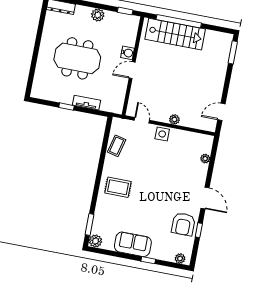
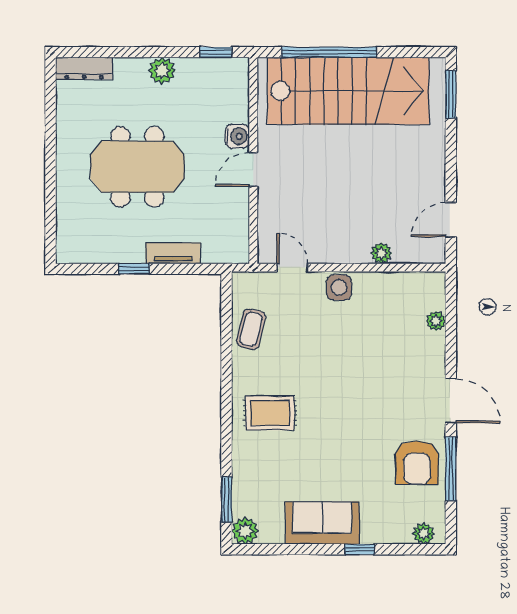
stairs: (175, 34) -> (348, 91), width x1.36, depth x1.51
plant: (174, 119) -> (381, 253), moved
window: (199, 230) -> (451, 469), width x2.17

